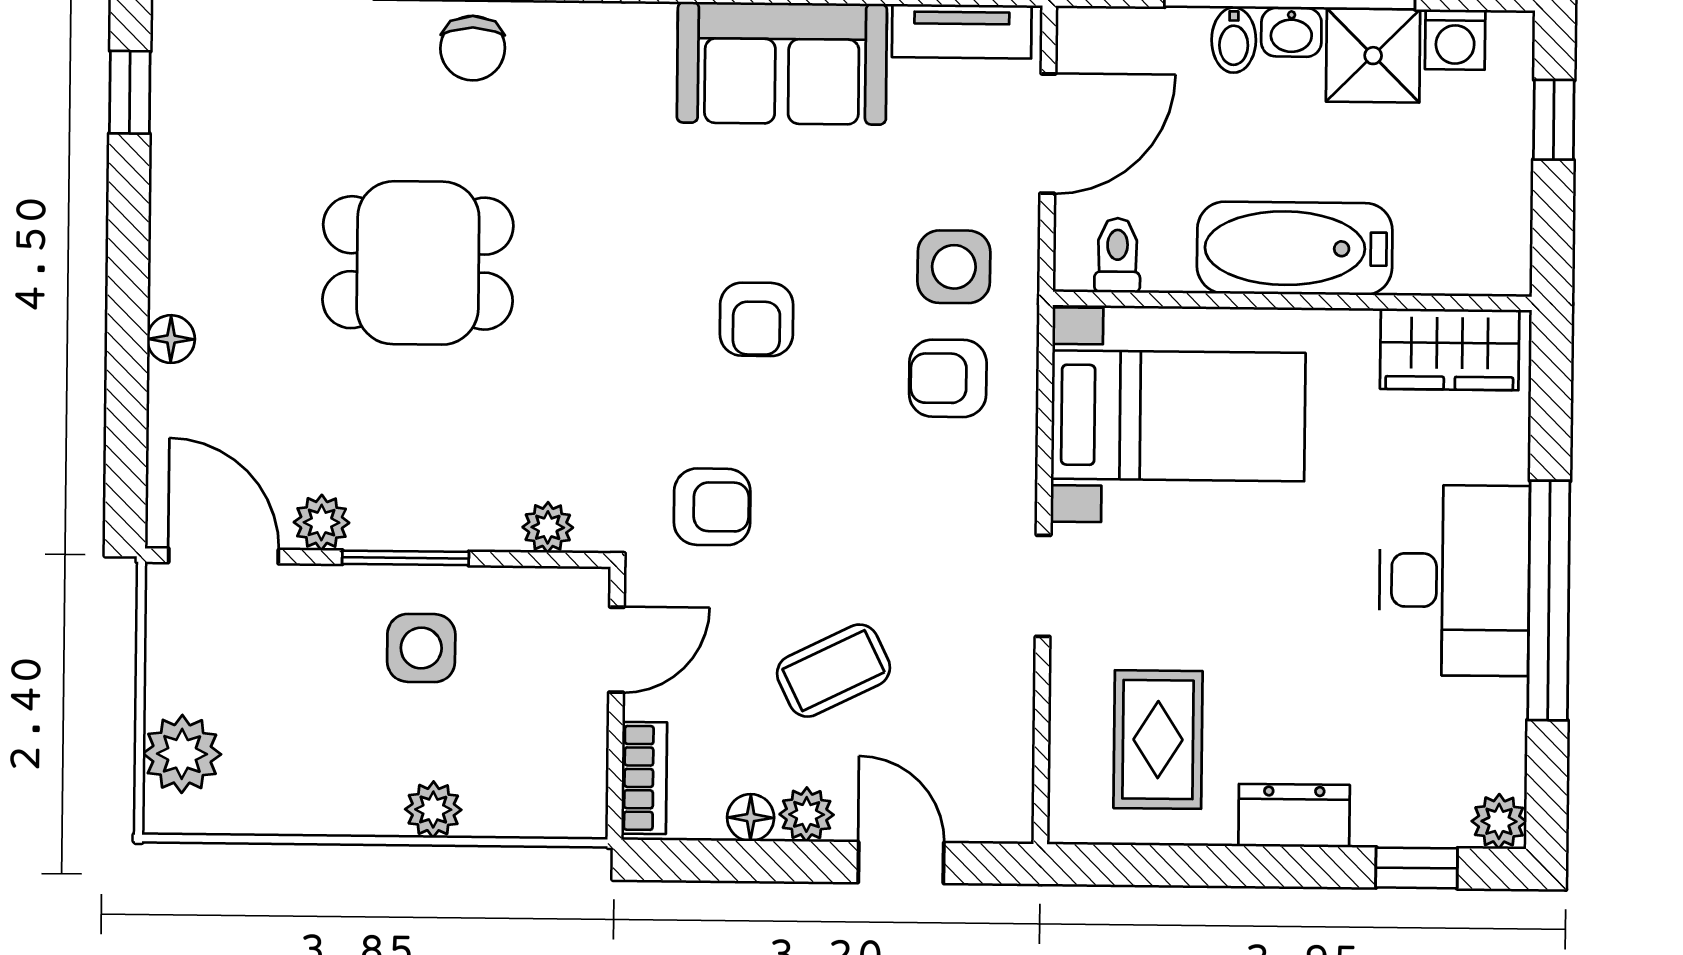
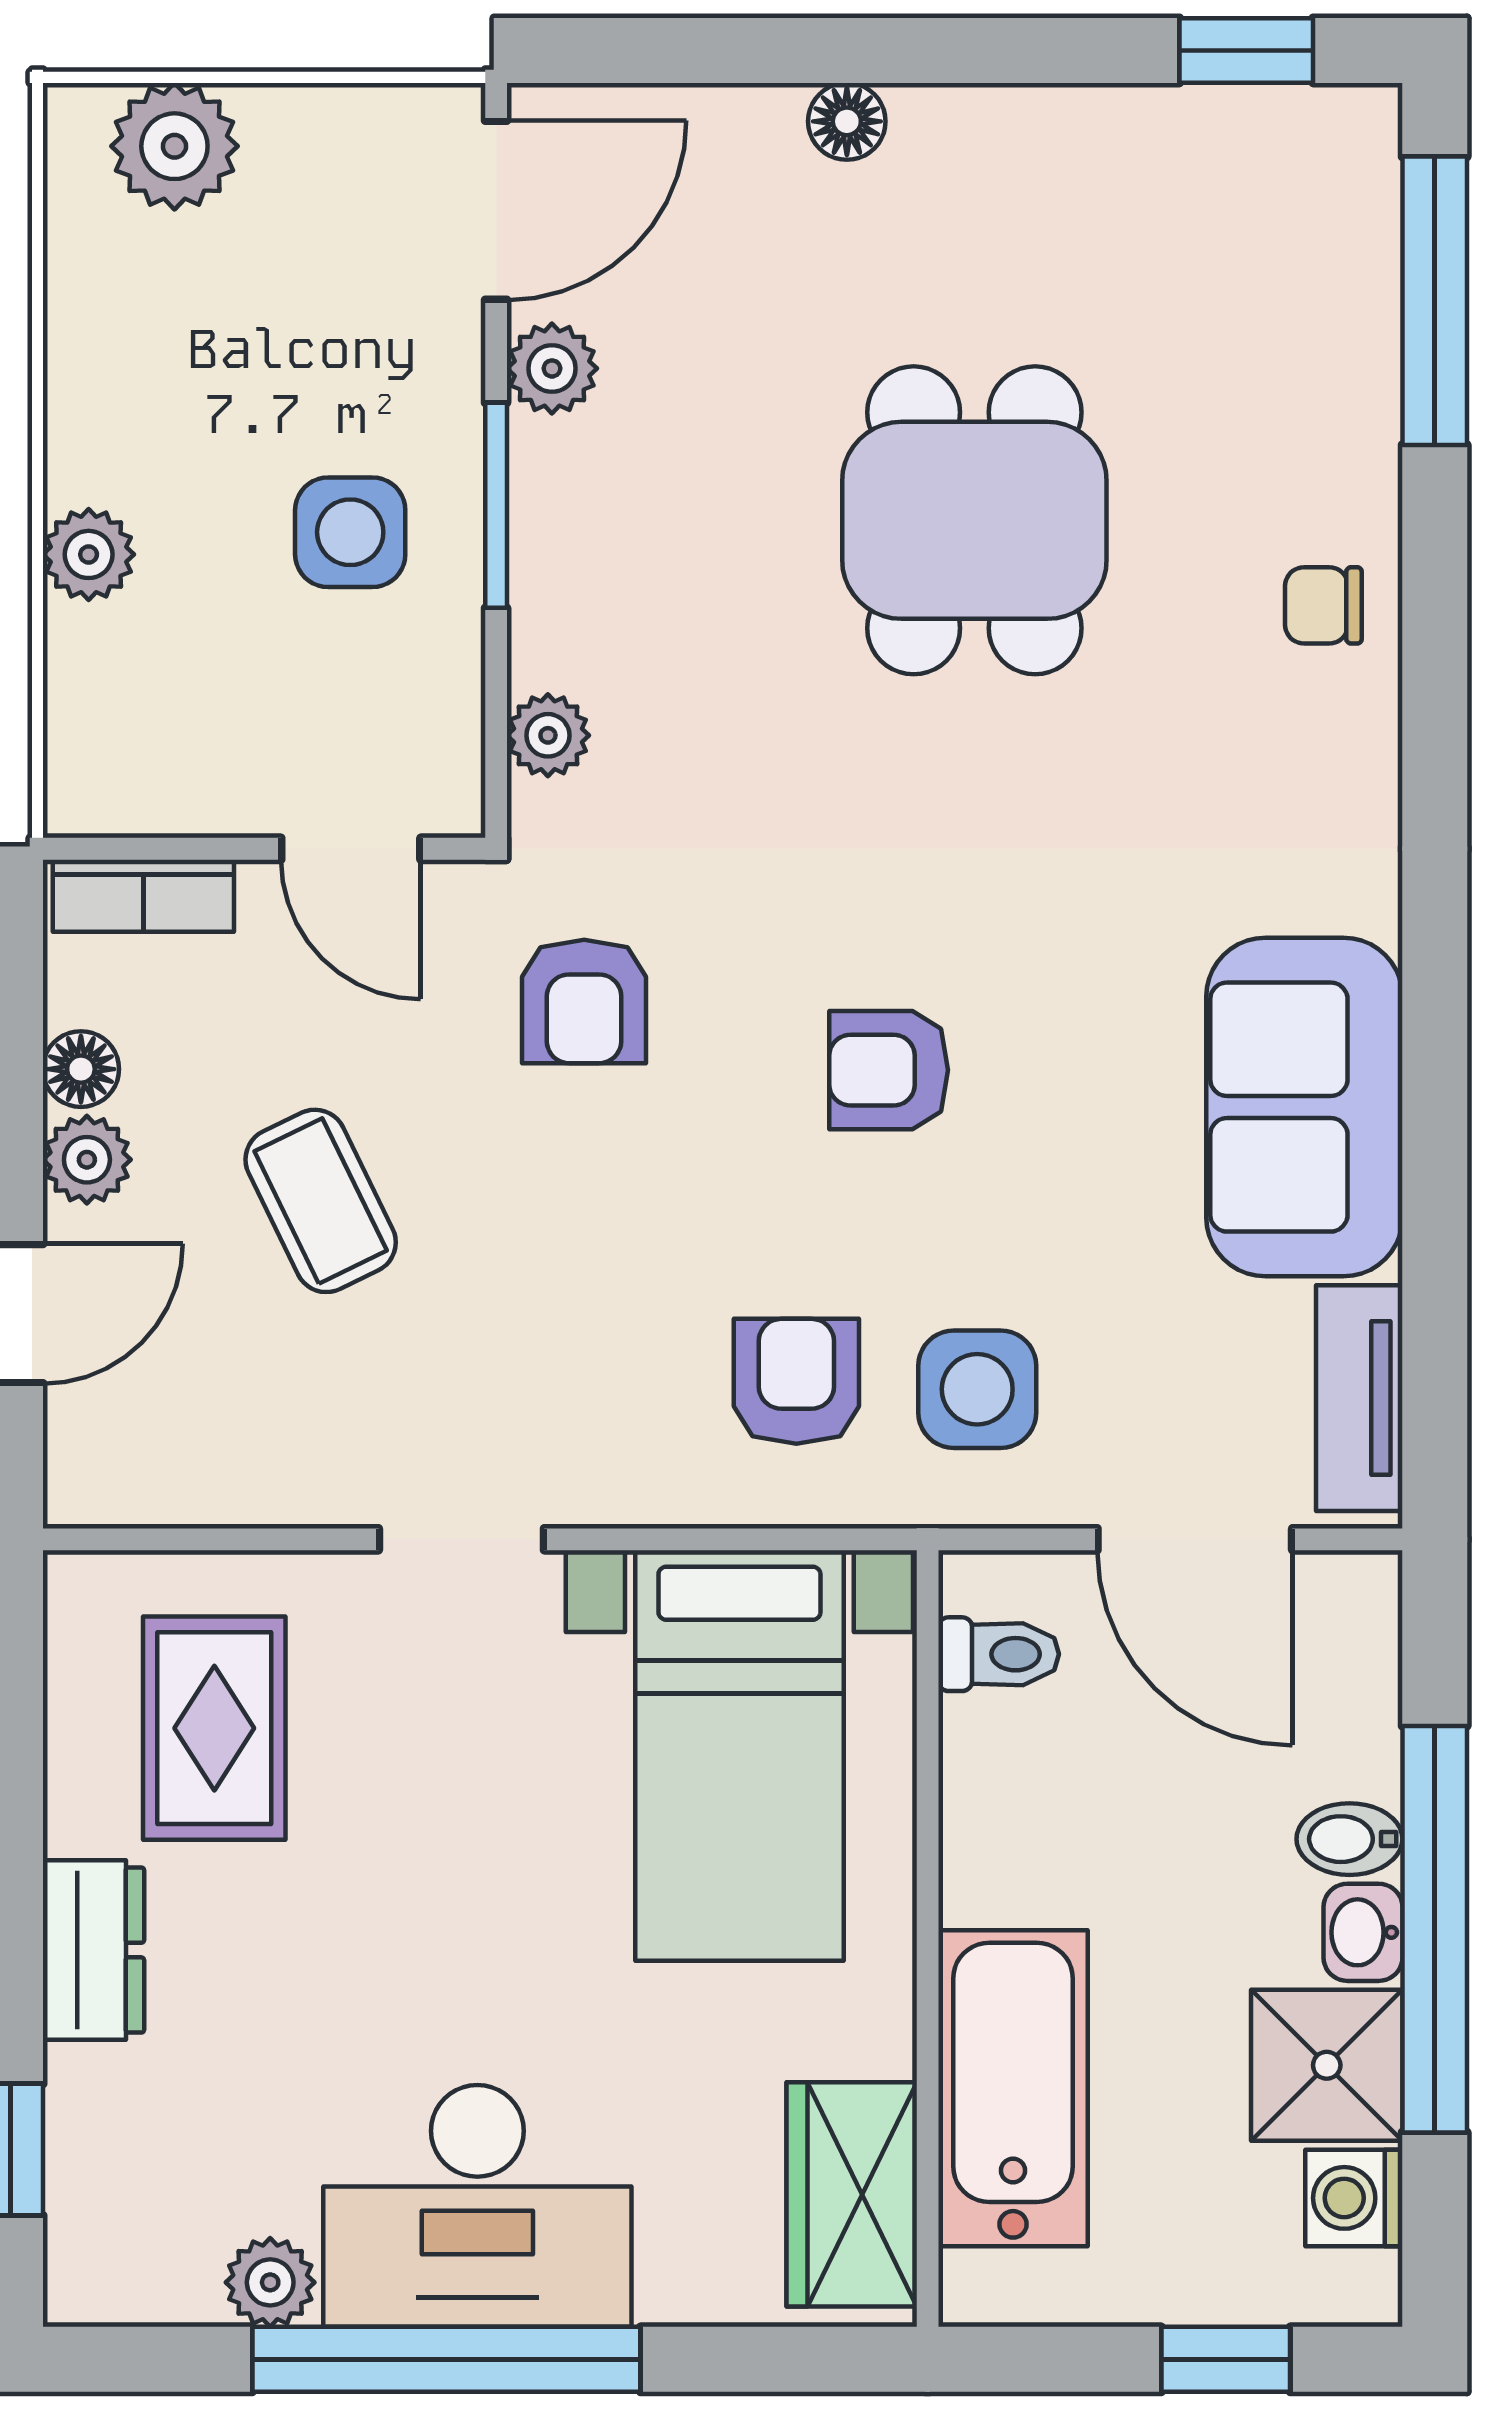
chair: (473, 48) -> (1323, 605), width x0.73, depth x0.73
bathtub: (1295, 248) -> (1013, 2088), moved
rug: (1158, 740) -> (214, 1728), turned 90
plant: (1499, 821) -> (270, 2282), moved

